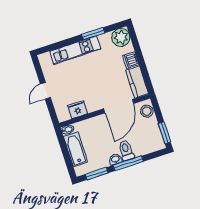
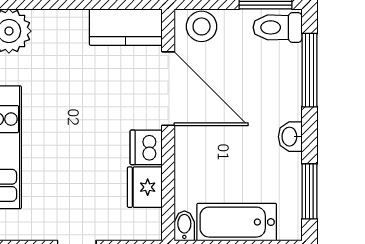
dishwasher: (131, 60) -> (146, 147), moved, turned 90
toilet: (126, 150) -> (278, 27), moved
window: (128, 163) -> (309, 70), moved

